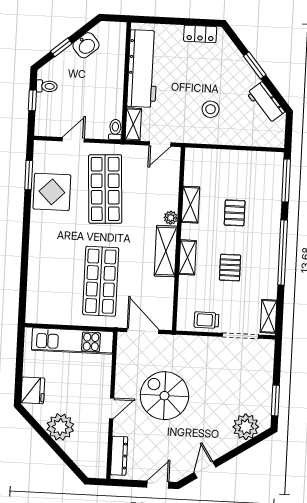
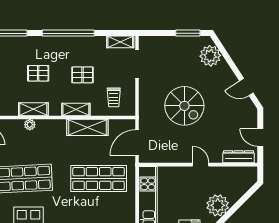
plant: (171, 218) -> (30, 125), moved
shelving: (166, 251) -> (87, 127), moved
trolley: (206, 320) -> (114, 97), moved
spiral stairs: (164, 396) -> (184, 106), moved, turned -90
door: (158, 485) -> (260, 138), moved

